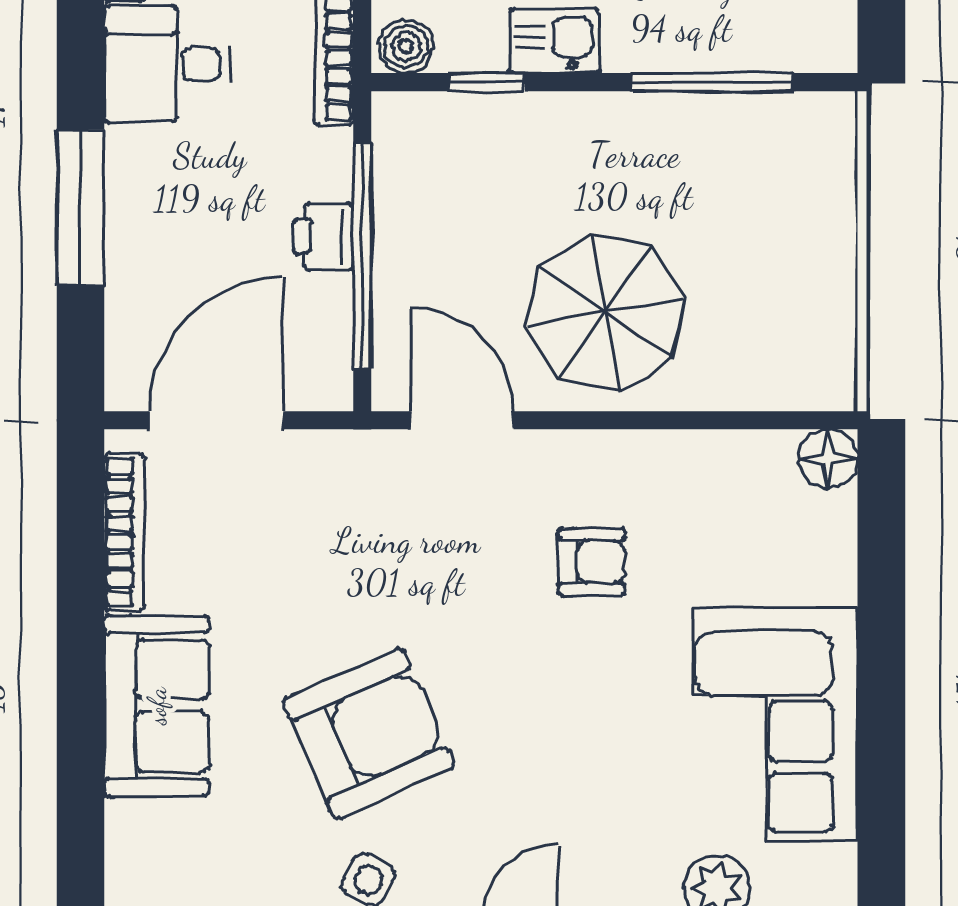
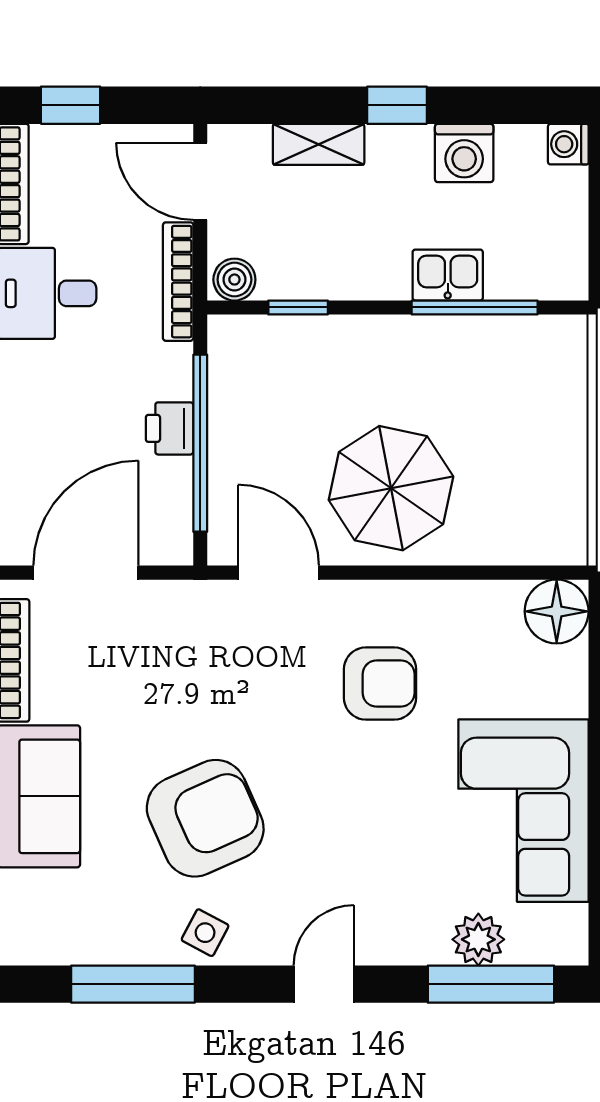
kitchen sink: (555, 41) -> (448, 275), moved
floor lamp: (828, 459) -> (557, 611), width x1.38, depth x1.38
armchair: (592, 562) -> (380, 684), width x1.38, depth x1.38

